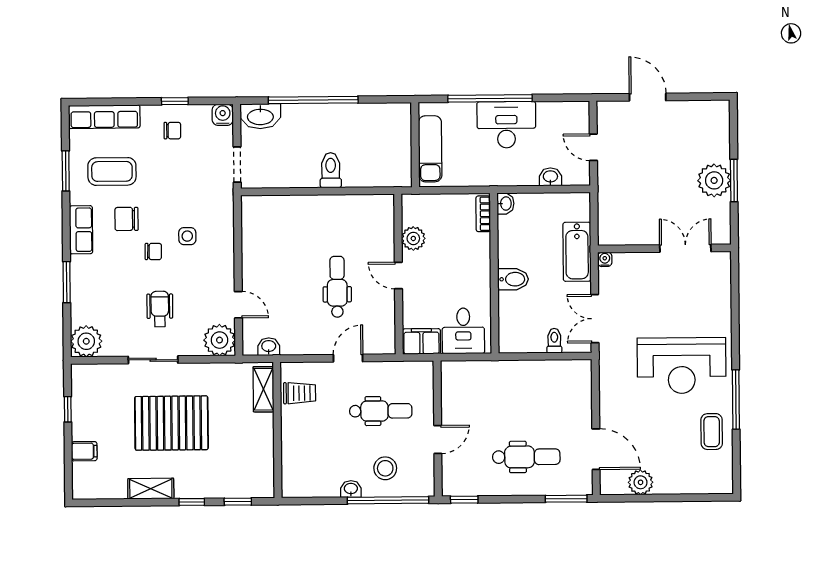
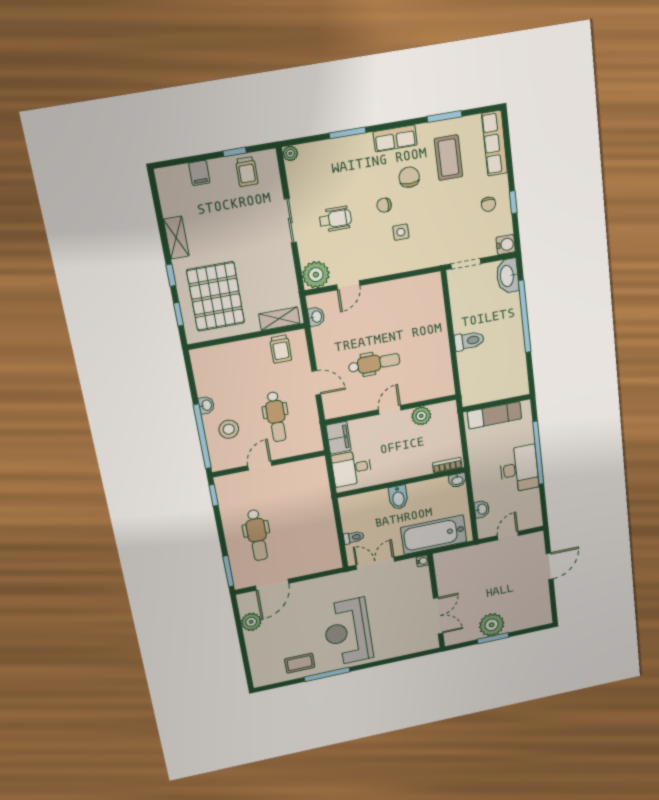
chair: (153, 251) -> (384, 205), turned 89
bathtub: (577, 252) -> (434, 535), width x1.36, depth x1.36
plant: (86, 341) -> (290, 153), width x0.53, depth x0.53
trolley: (91, 399) -> (247, 172), added
pallet: (171, 423) -> (216, 296), moved
door: (438, 440) -> (260, 466), swing flipped

